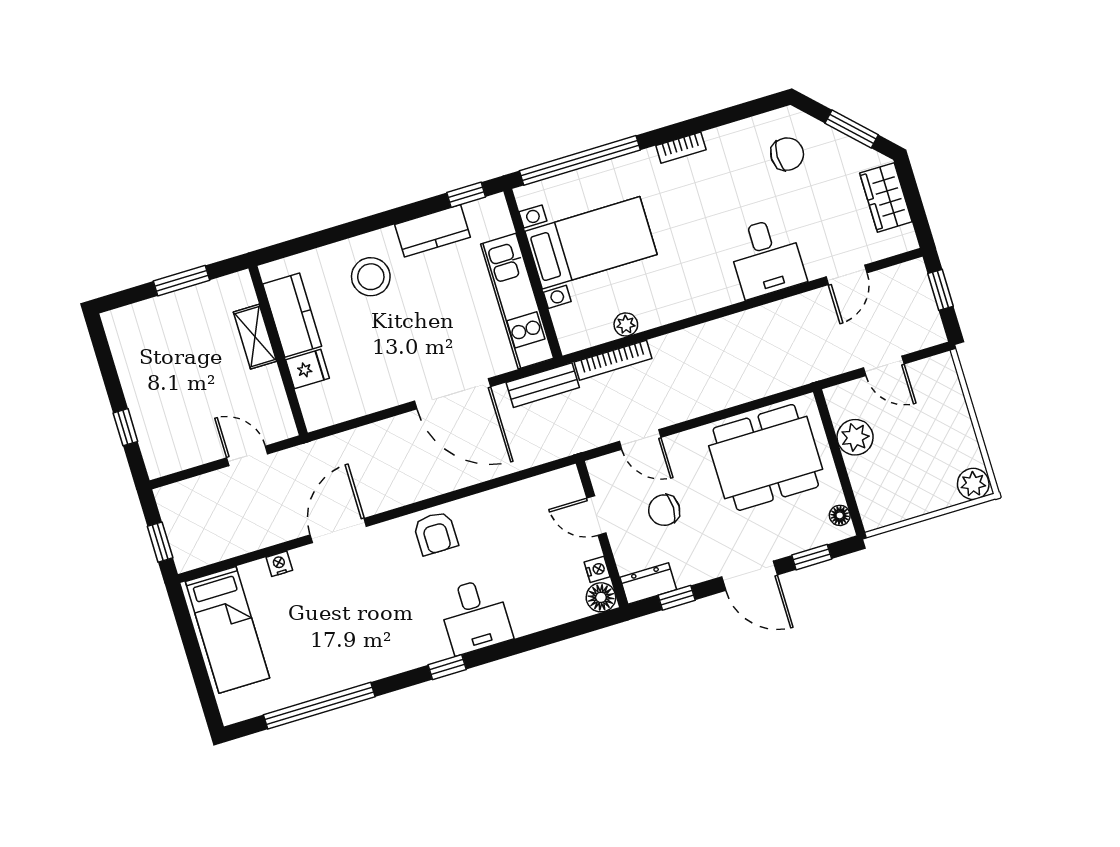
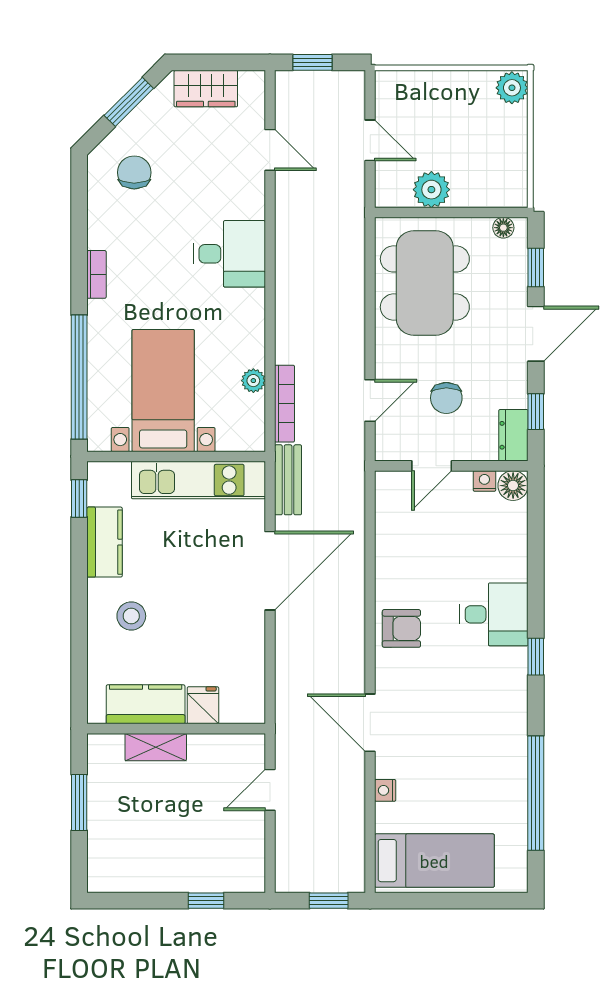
desk: (766, 257) -> (229, 254), moved
stool: (371, 277) -> (131, 616), width x0.73, depth x0.73
door: (884, 366) -> (370, 140), hinge flipped

